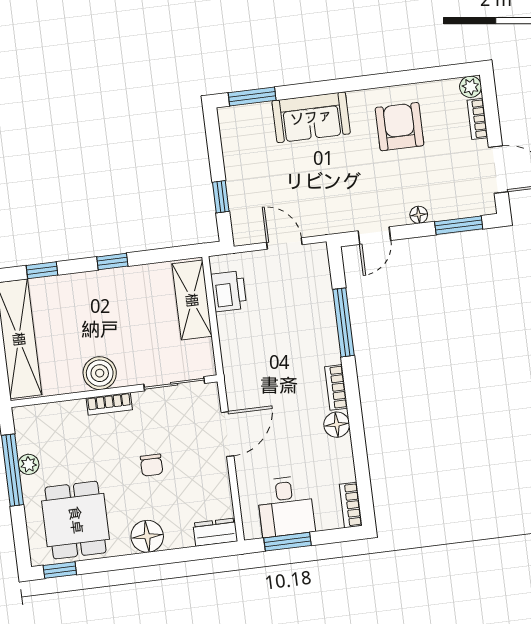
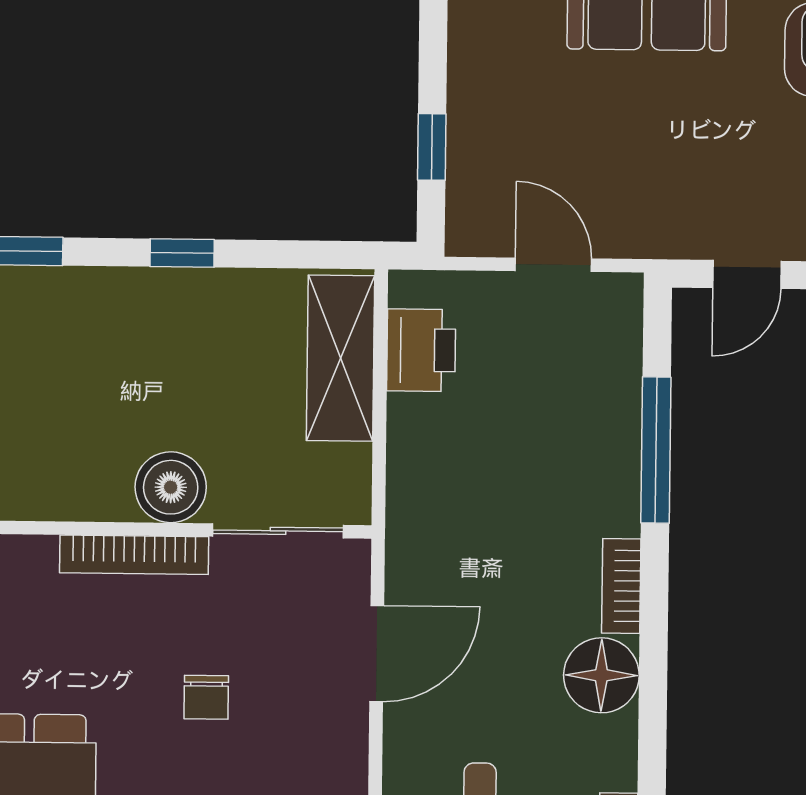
boiler: (100, 373) -> (171, 487), moved
bookcase: (109, 404) -> (134, 555), width x1.56
floor lamp: (337, 425) -> (601, 675), width x1.38, depth x1.38

